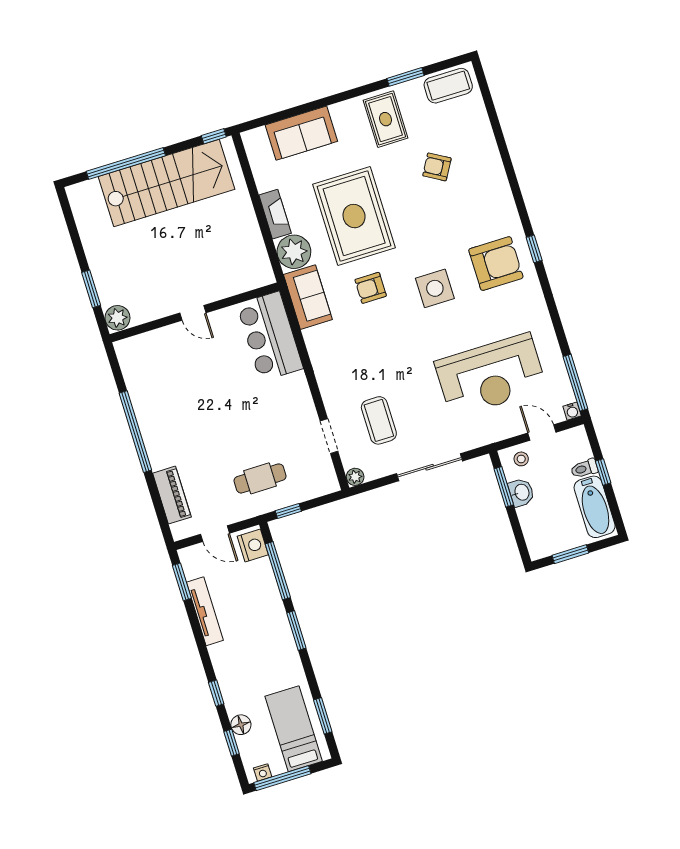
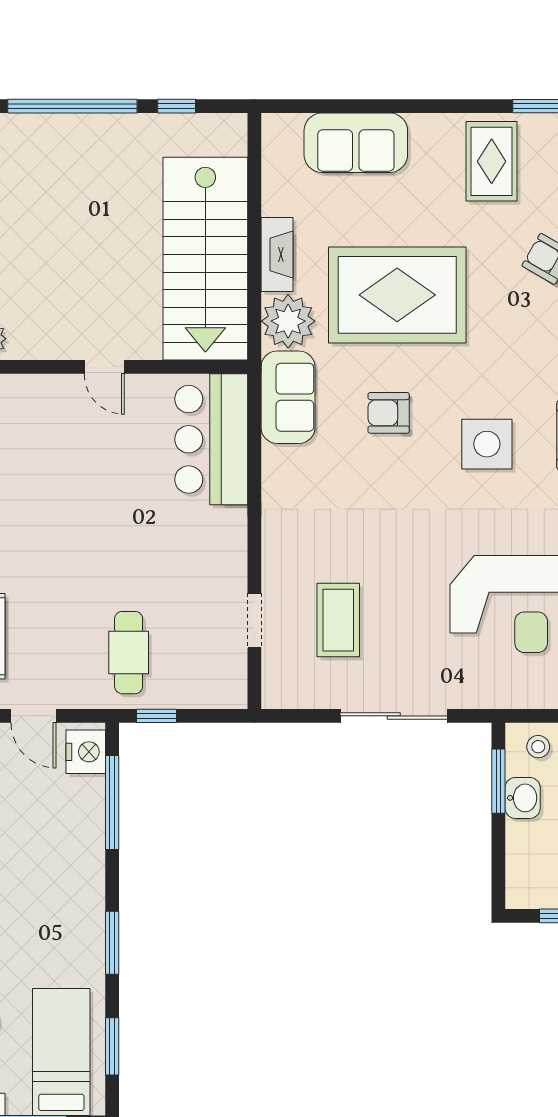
window: (214, 136) -> (177, 106), moved
stairs: (166, 183) -> (205, 259), moved, turned 90
rug: (354, 216) -> (397, 295), turned 90
plant: (355, 477) -> (275, 695), removed
cafe table: (260, 478) -> (129, 653), turned 90
window: (296, 631) -> (112, 943), moved

